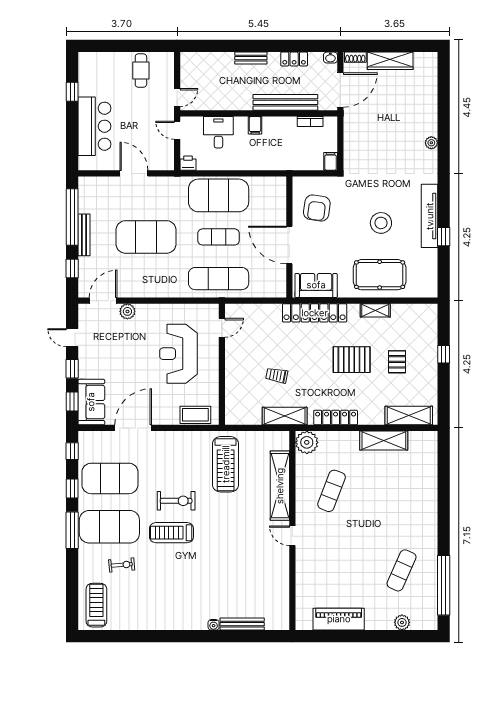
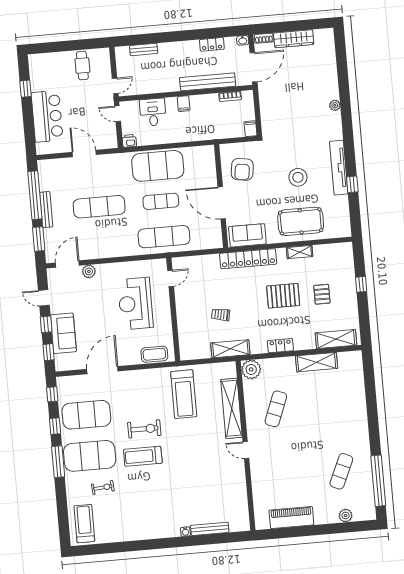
bench: (251, 58) -> (144, 50), moved
exercise mat: (146, 237) -> (99, 207), width x0.68
window: (72, 268) -> (39, 239), width x1.50
sofa: (91, 402) -> (63, 333), moved
locker: (336, 418) -> (280, 346), width x0.66

